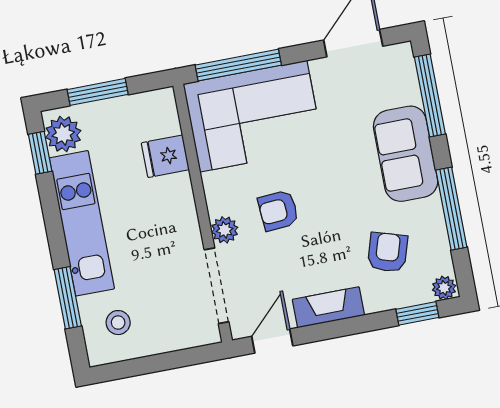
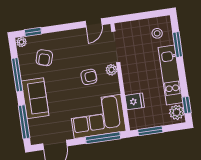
window: (98, 92) -> (150, 131), moved
fireplace: (328, 307) -> (70, 36), removed

